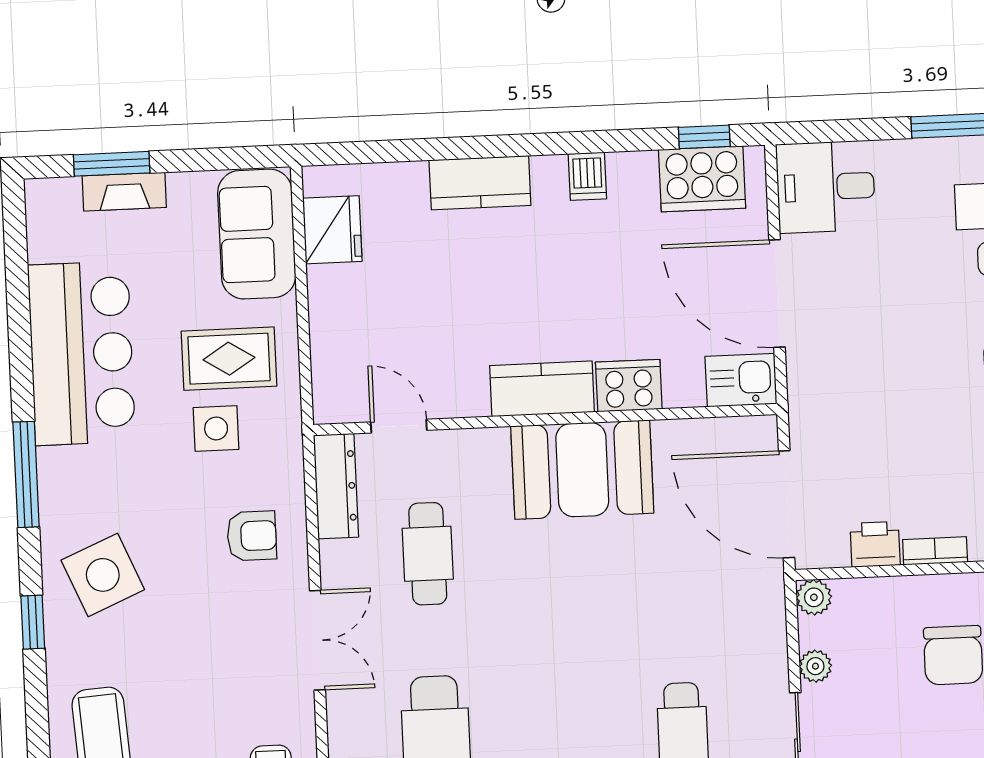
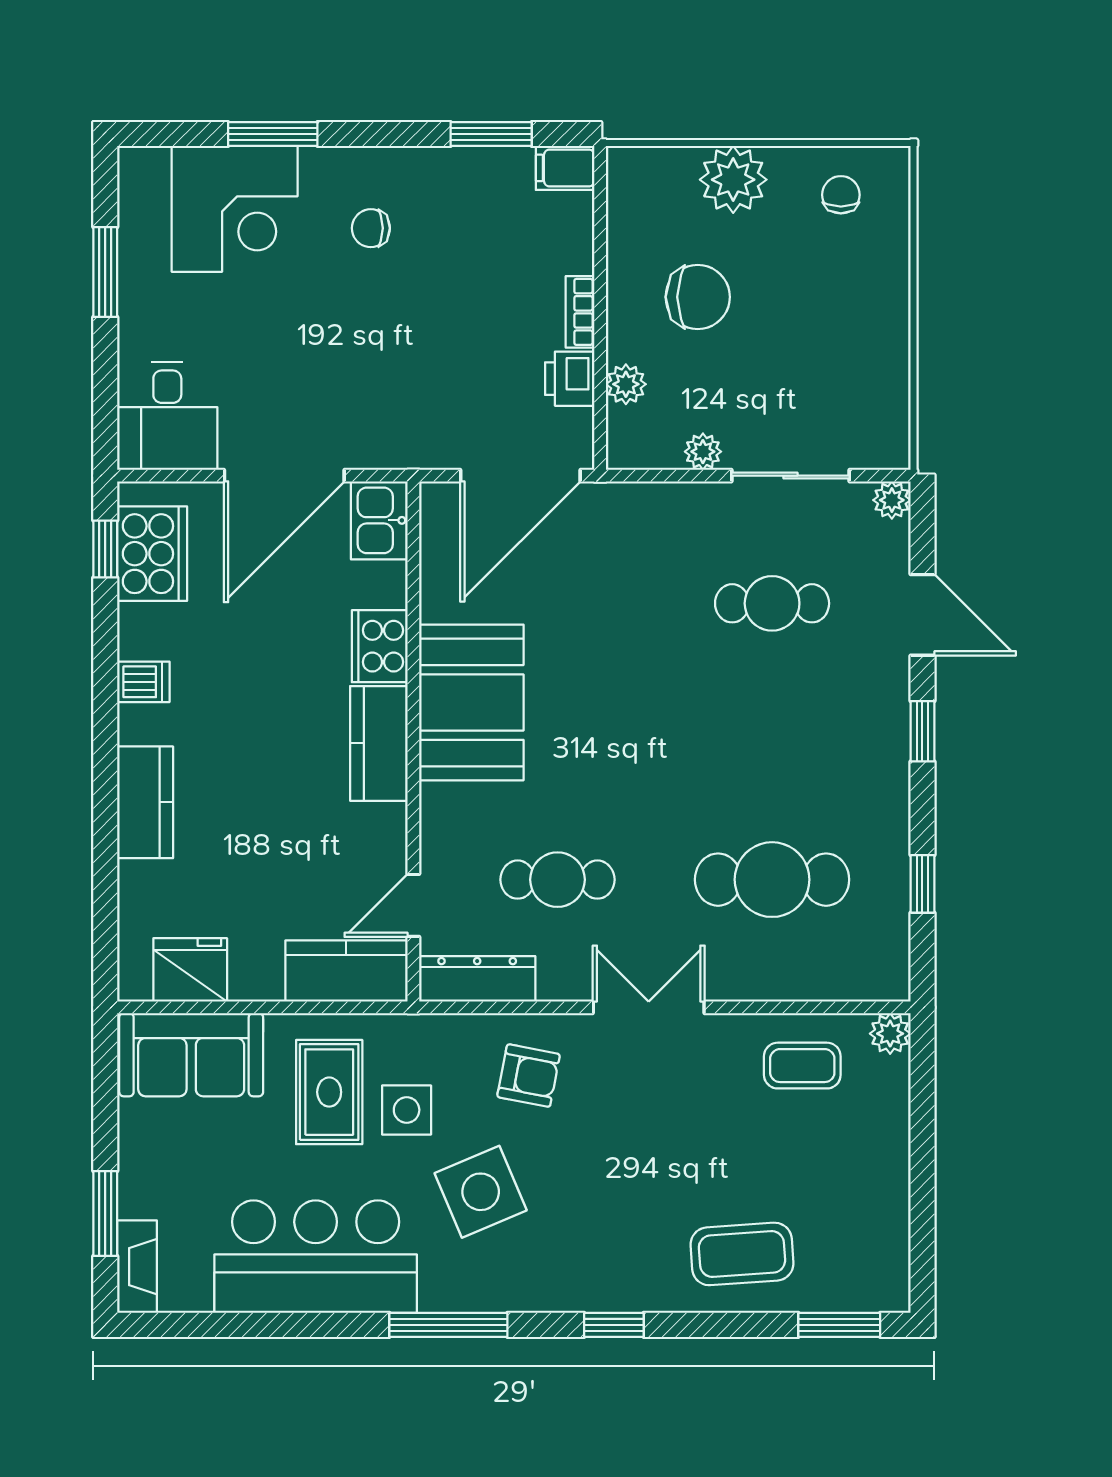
fireplace: (124, 192) -> (137, 1267), moved
kitchen counter: (338, 369) -> (346, 971), added
armchair: (252, 536) -> (529, 1076), turned 101
side table: (103, 575) -> (481, 1192), moved
plant: (814, 597) -> (626, 384), moved

